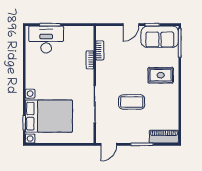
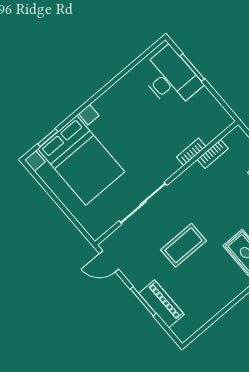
coffee table: (132, 102) -> (183, 245), turned 90
piano: (164, 137) -> (162, 304), moved

